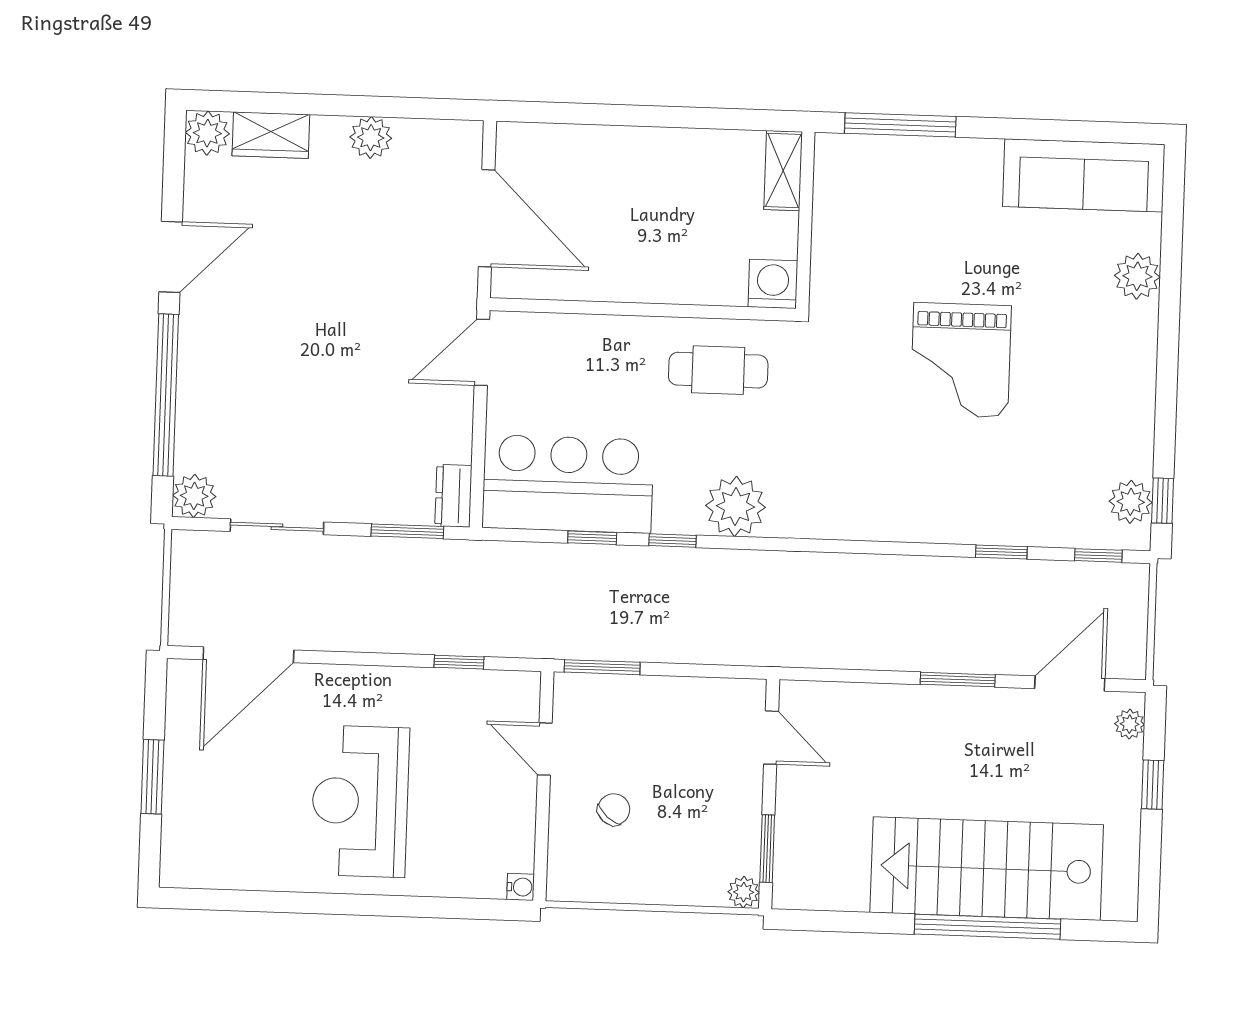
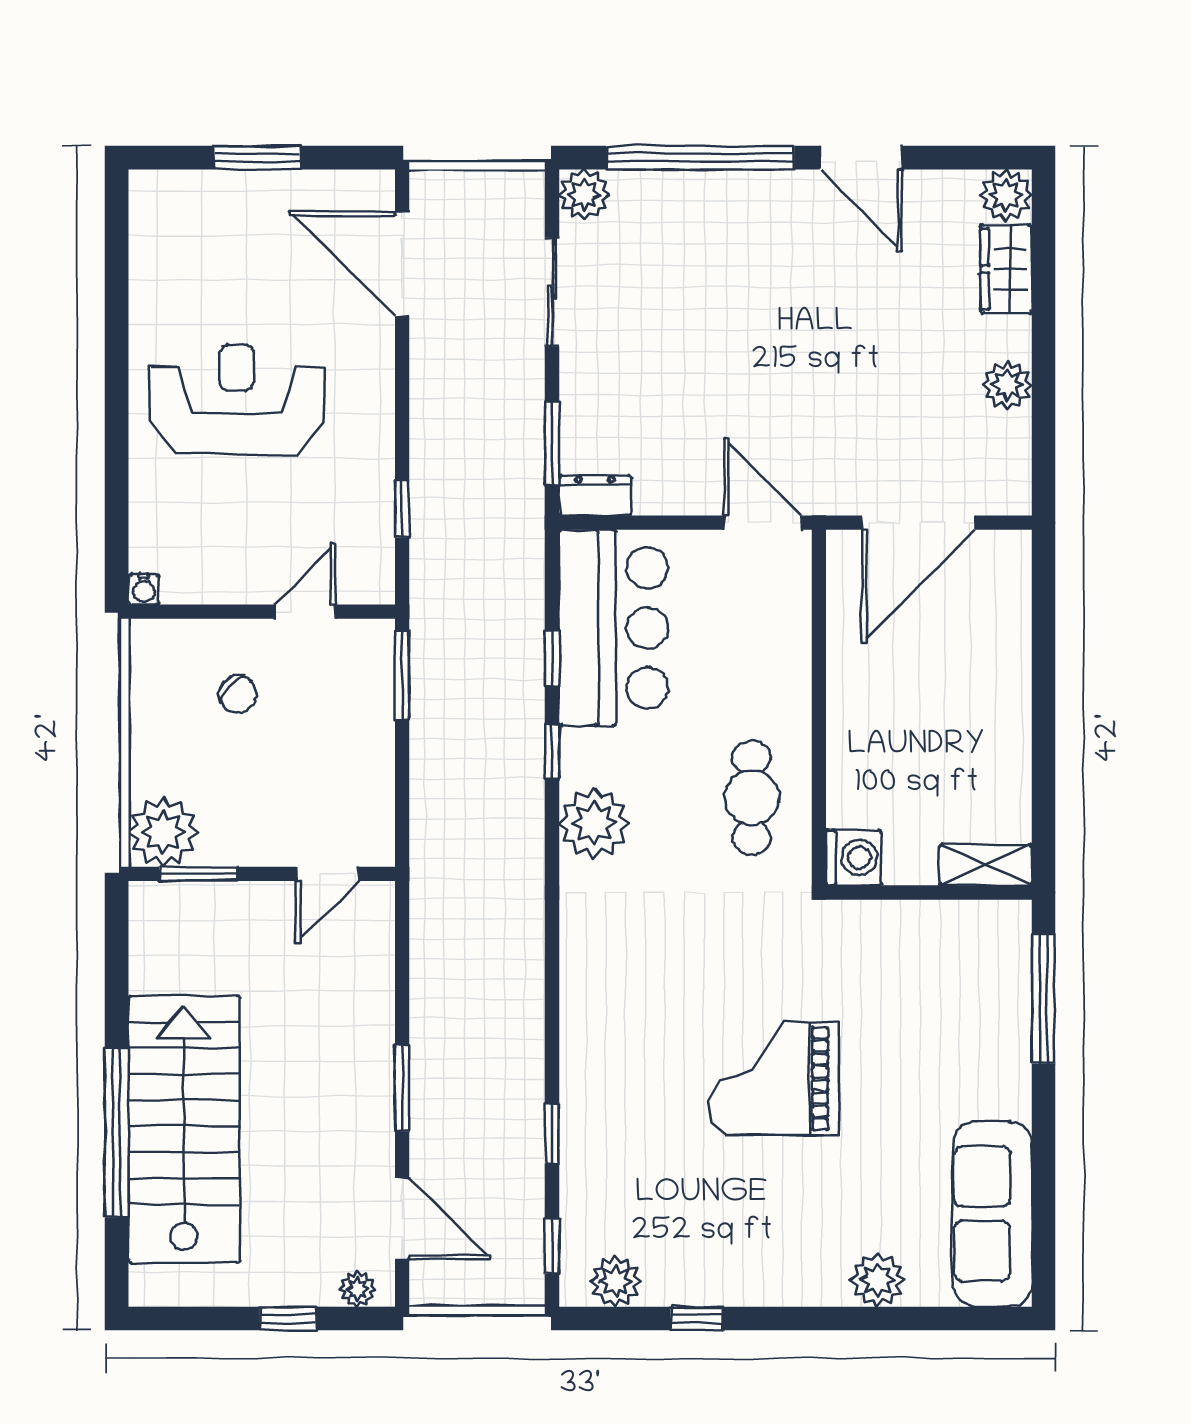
window: (1163, 501) -> (697, 1318), moved
plant: (744, 892) -> (163, 832), width x1.87, depth x1.87

